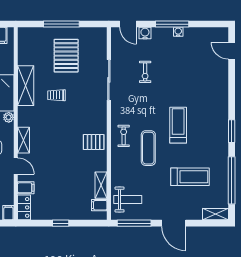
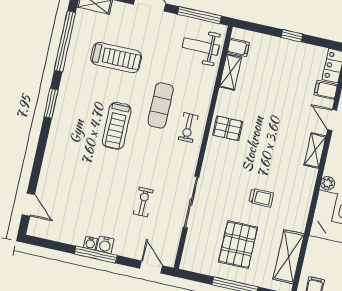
water cooler: (145, 33) -> (105, 245), moved
shelving: (26, 86) -> (289, 257), moved
treadmill: (190, 177) -> (116, 58), turned 180

